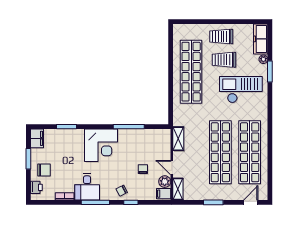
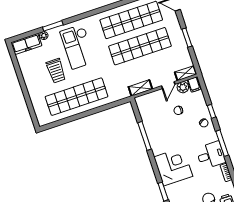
trolley: (221, 36) -> (36, 80), removed
corner desk: (101, 145) -> (173, 167), moved

